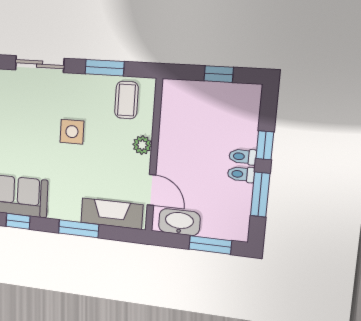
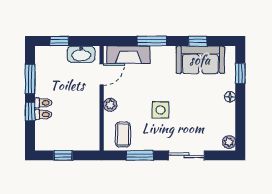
toilet: (241, 174) -> (43, 115), moved
door: (152, 190) -> (102, 74), swing flipped
window: (210, 245) -> (59, 41), width x0.67

